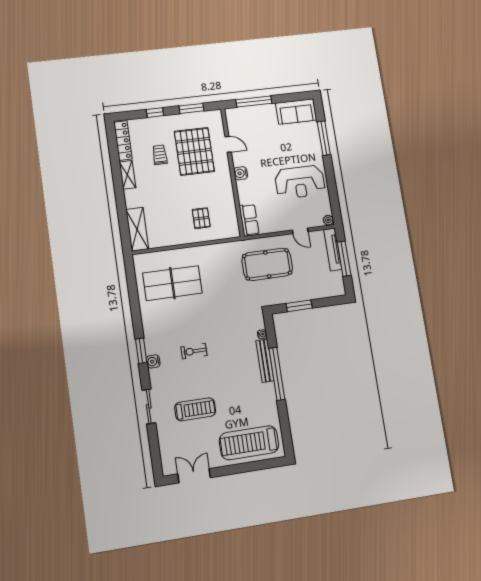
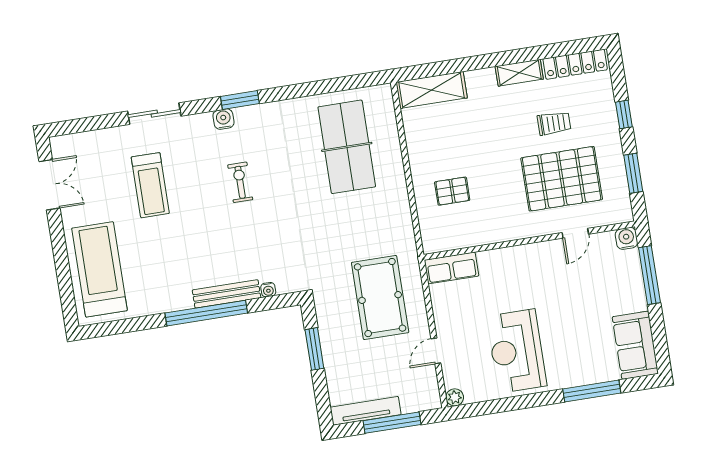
water cooler: (241, 173) -> (626, 238), moved
tv unit: (333, 249) -> (366, 411), moved

